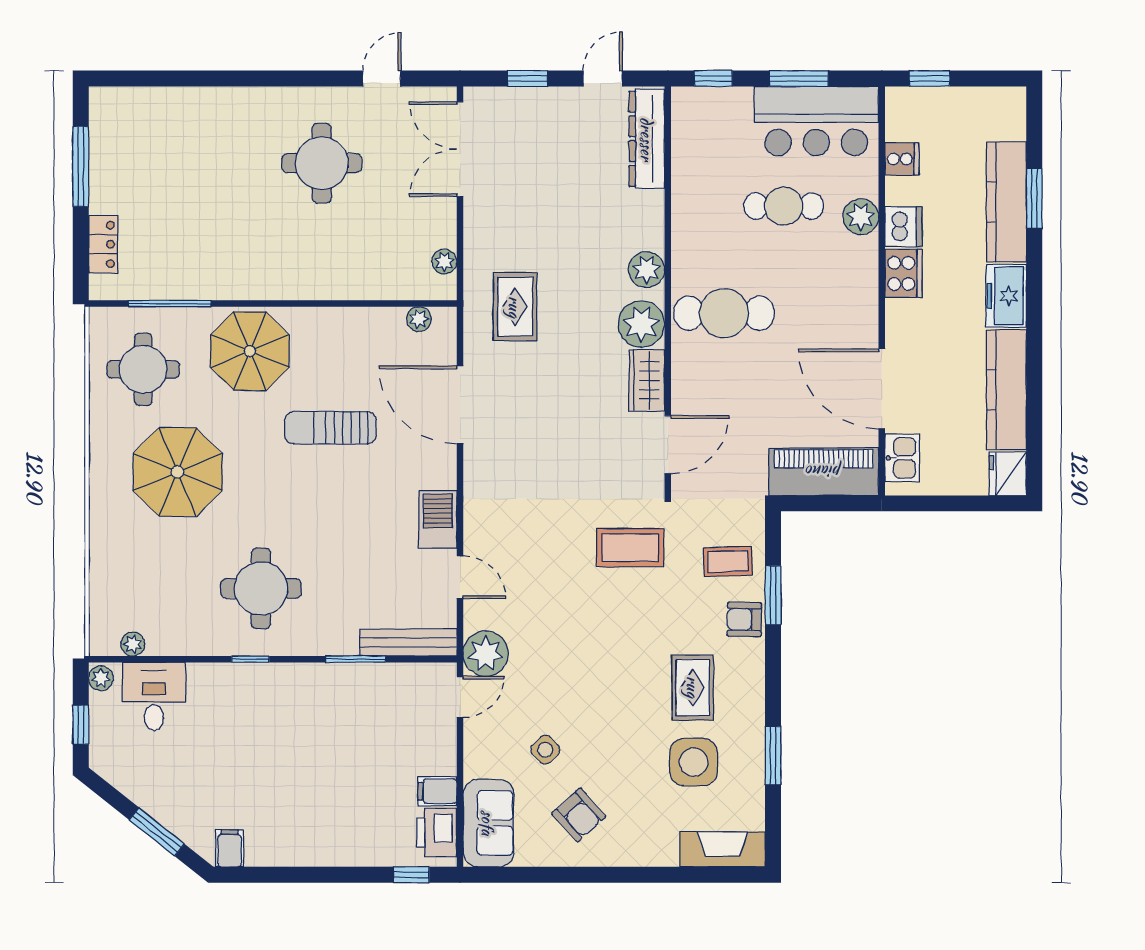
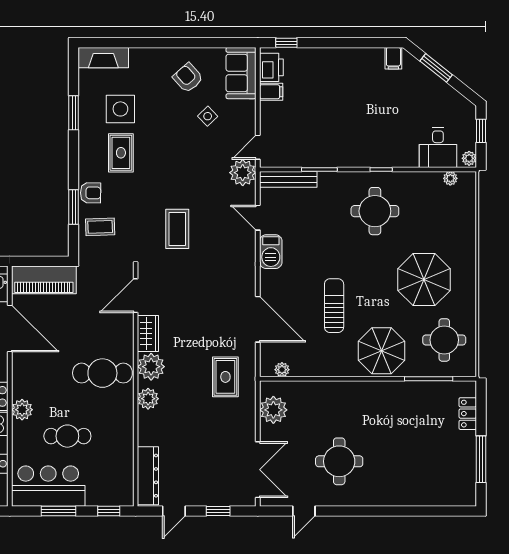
plant: (861, 217) -> (22, 410), moved
plant: (444, 262) -> (273, 410), width x1.87, depth x1.87
sun lounger: (330, 428) -> (334, 306), turned -90
coffee table: (630, 548) -> (177, 229), moved, turned 90

